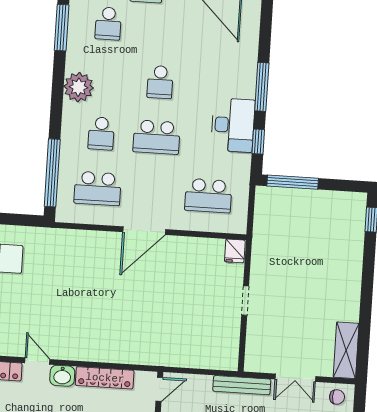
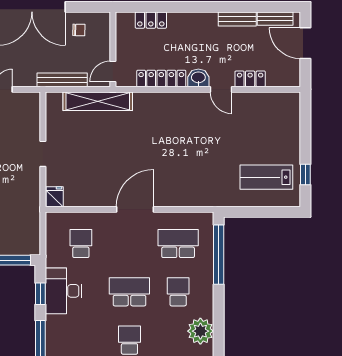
desk: (233, 125) -> (63, 291), moved
school desk: (208, 196) -> (81, 244), width x0.54
shelving: (179, 357) -> (98, 101), added
bench: (242, 385) -> (62, 80), moved

